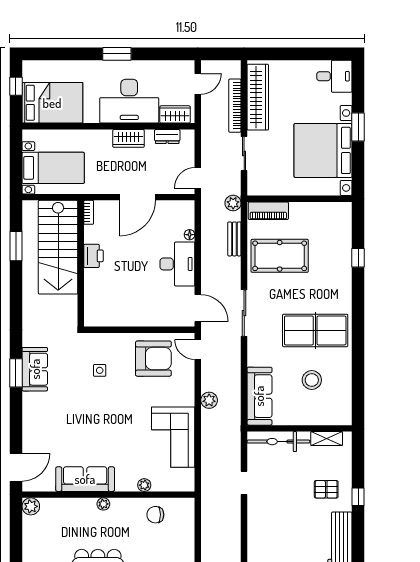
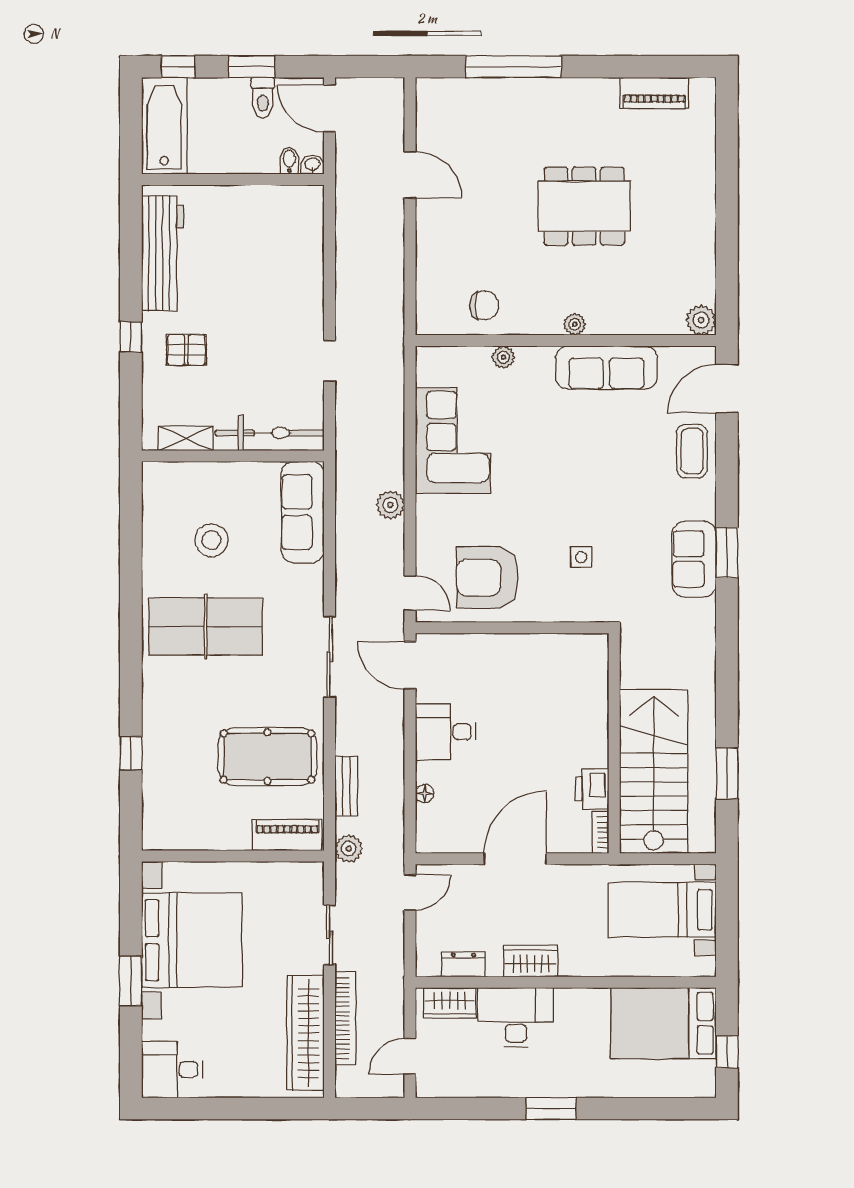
desk: (129, 101) -> (516, 1017), width x0.73, depth x0.77
printer: (93, 256) -> (592, 789), moved
desk: (177, 264) -> (446, 732), width x0.73
coffee table: (36, 431) -> (692, 451), added

